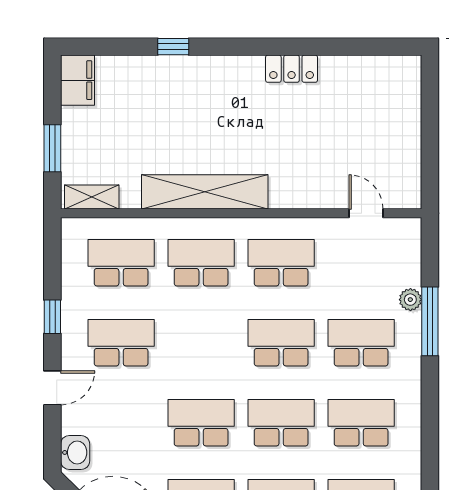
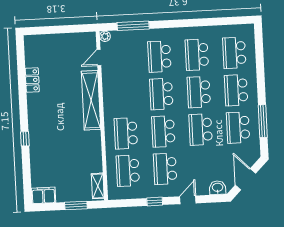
window: (173, 47) -> (25, 139), moved
locker: (292, 69) -> (32, 80), moved
shelving: (205, 192) -> (91, 100), moved
school desk: (281, 263) -> (163, 131), moved
plant: (410, 300) -> (105, 36), moved
window: (430, 321) -> (133, 26), moved
door: (52, 388) -> (188, 200), hinge flipped

